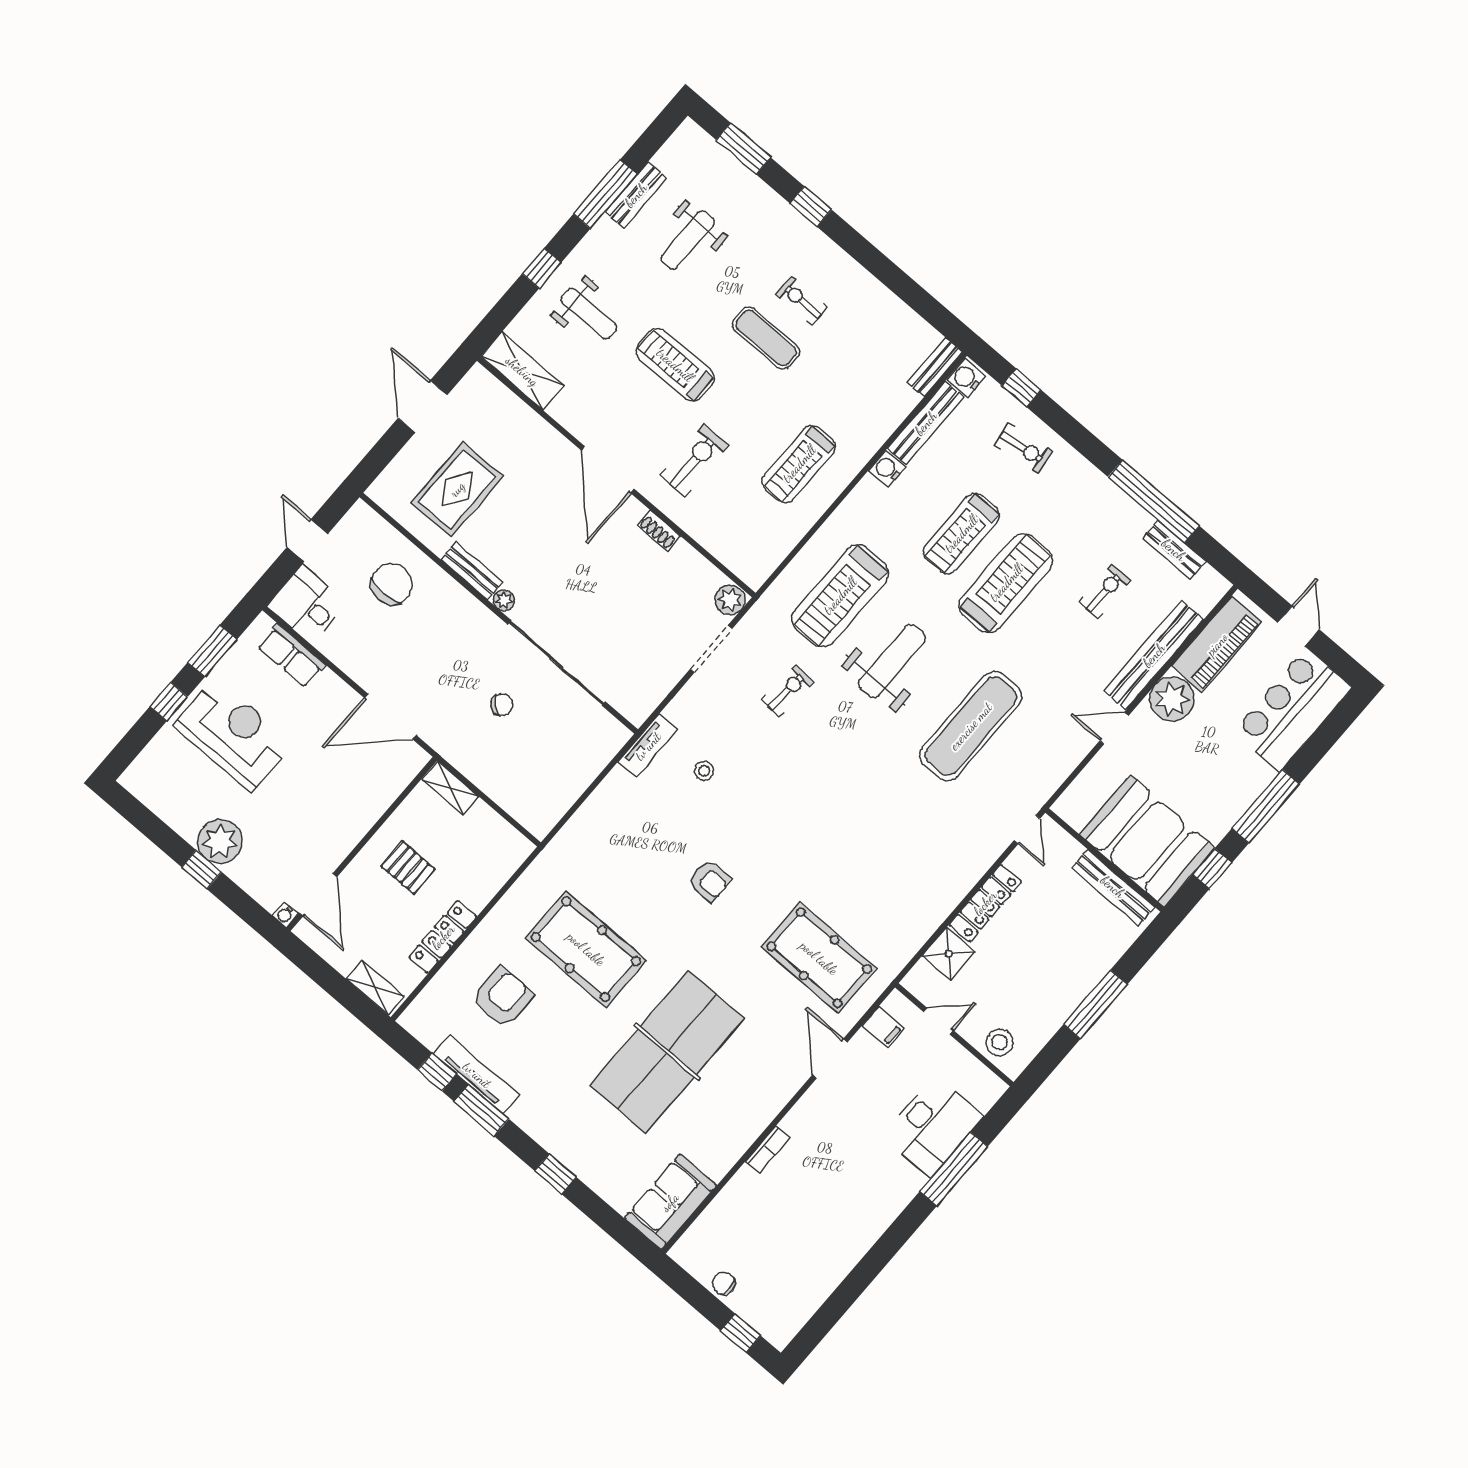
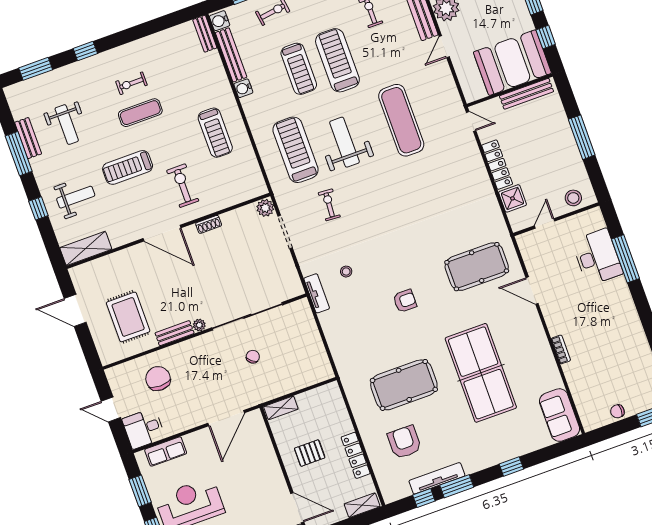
treadmill: (840, 596) -> (296, 150), turned 180
filing cabinet: (883, 1027) -> (531, 254), removed

